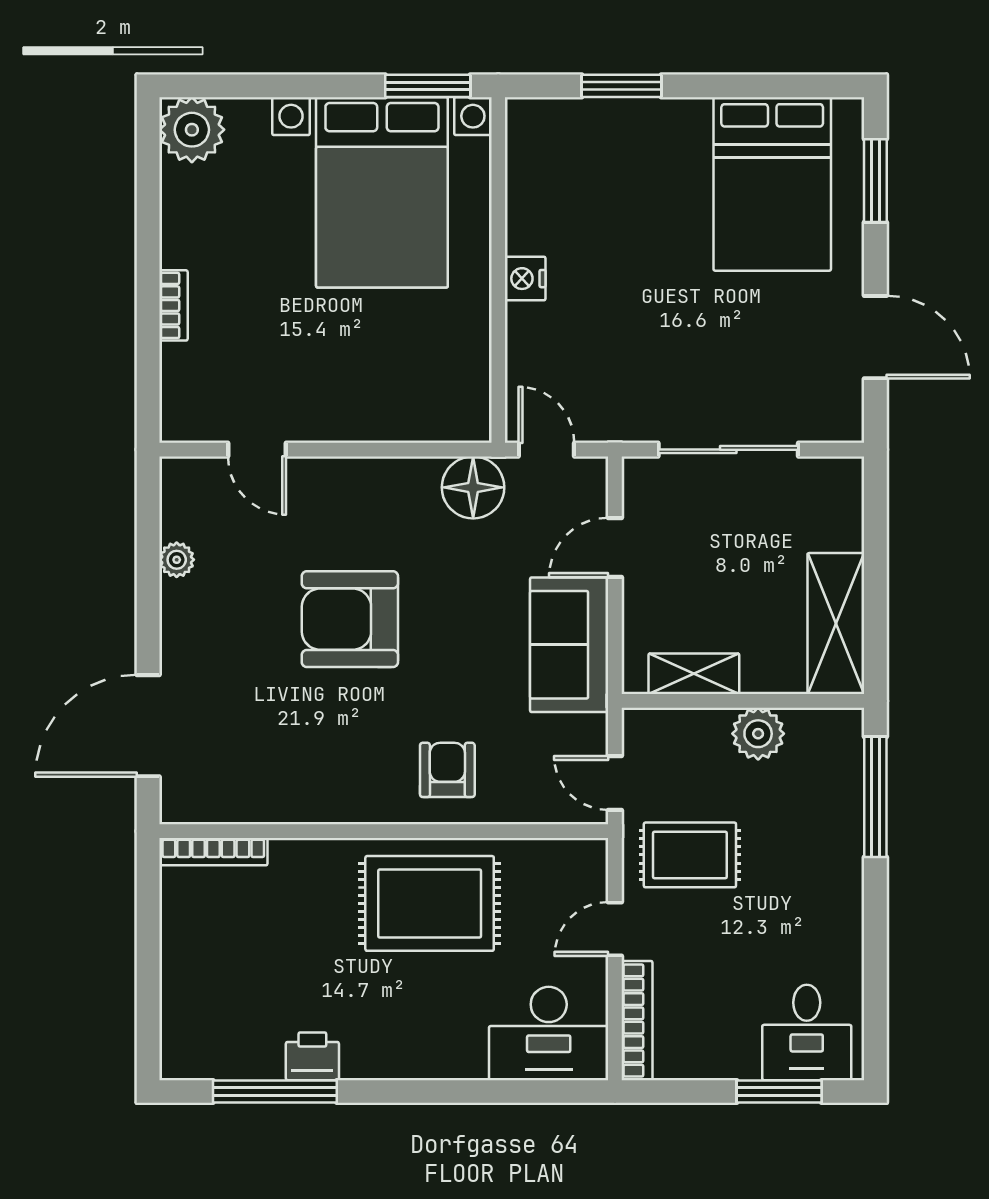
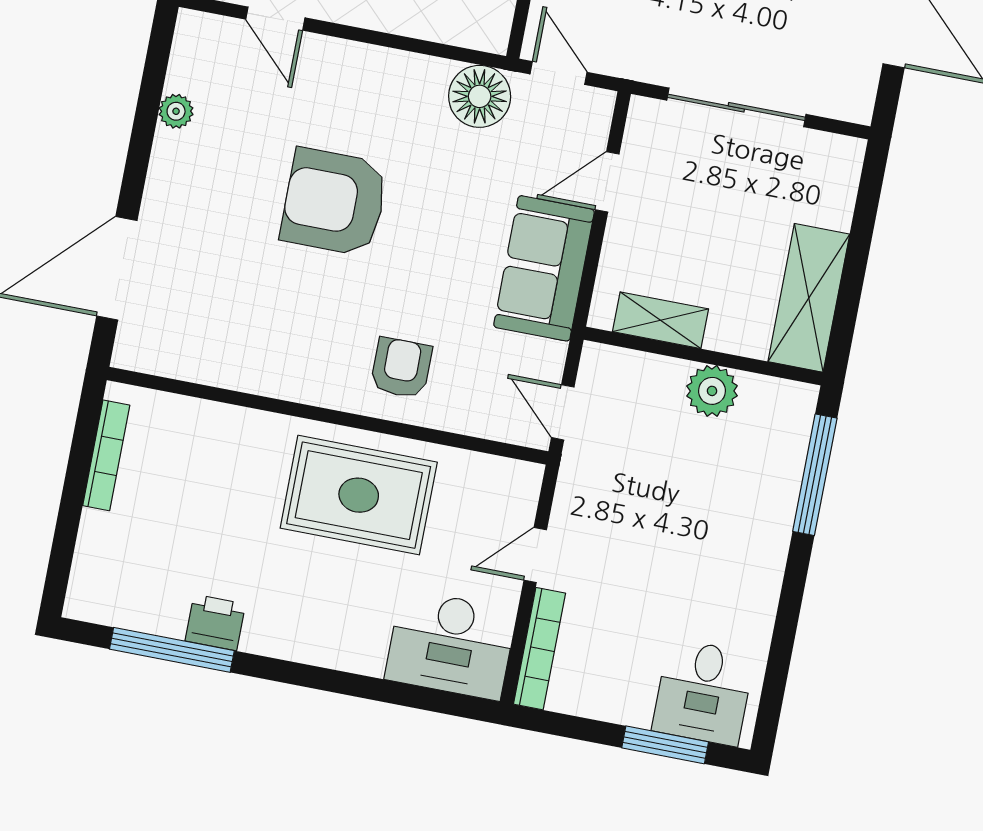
bookcase: (213, 852) -> (106, 455), moved, turned -90
rug: (690, 855) -> (622, 497), removed

